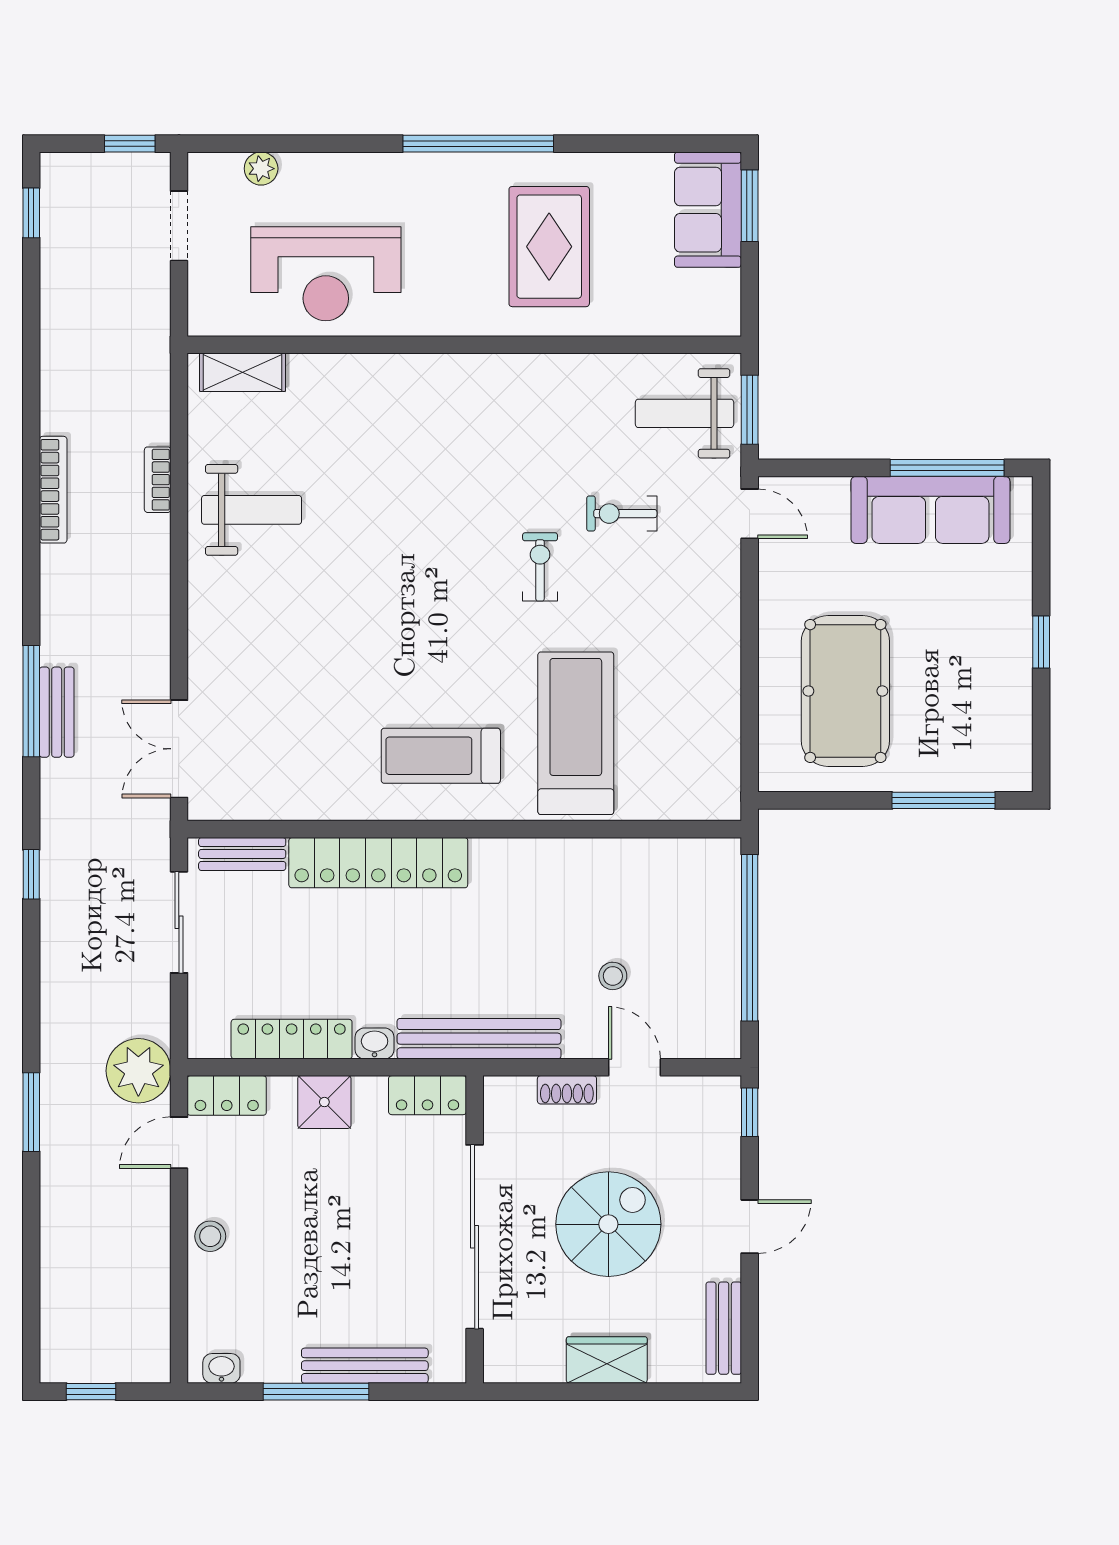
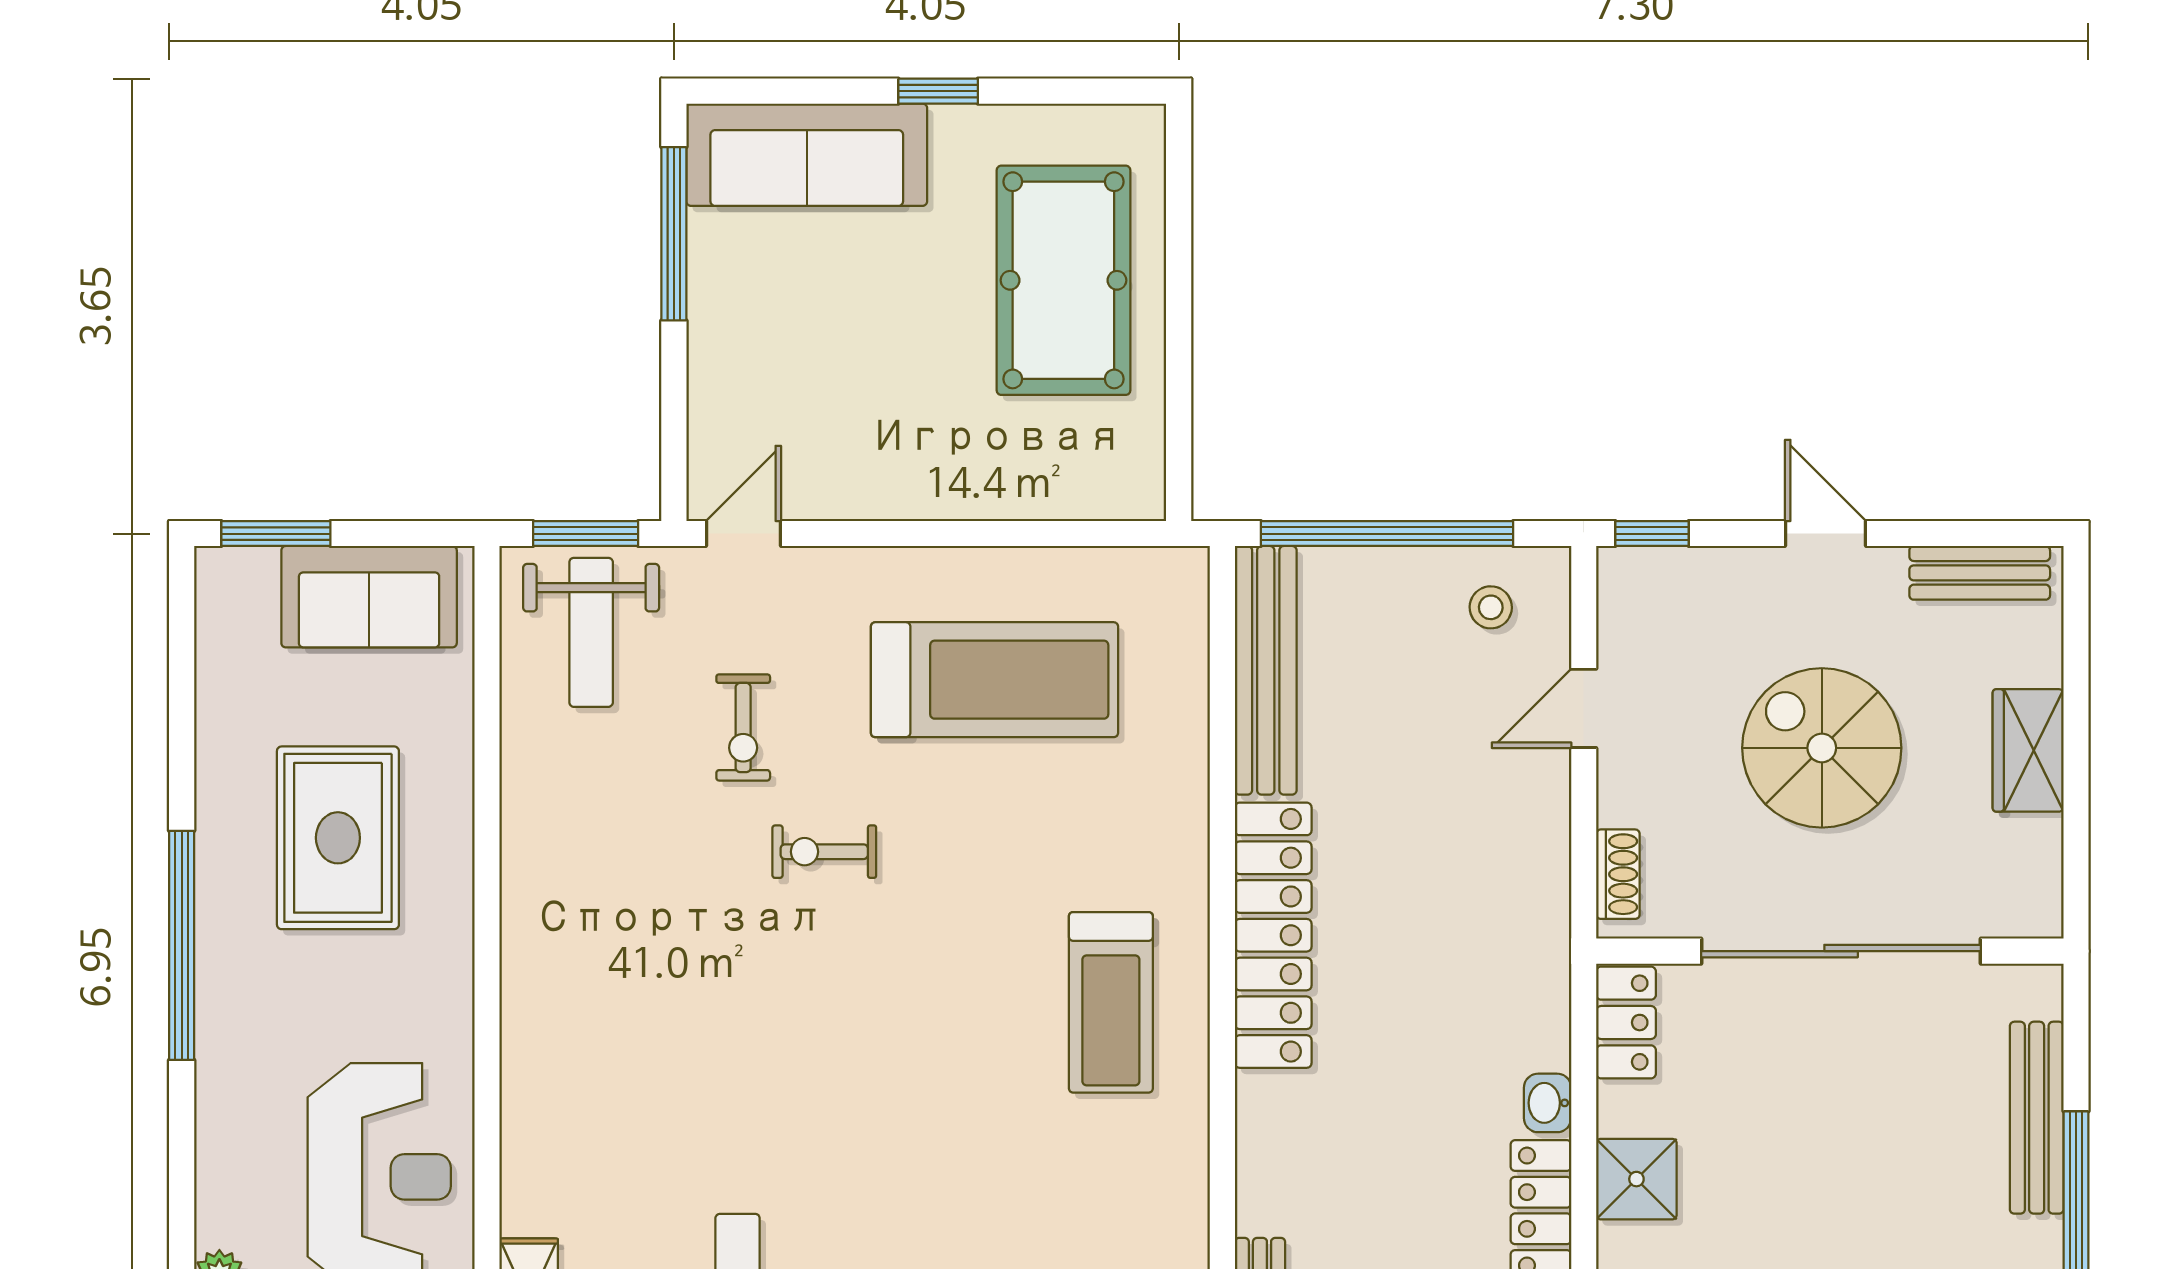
sofa: (708, 210) -> (369, 597), moved
rug: (549, 247) -> (338, 838), turned 90
sofa: (930, 510) -> (807, 155), moved, turned 90
pool table: (845, 691) -> (1063, 280), moved, turned 90
treadmill: (576, 733) -> (995, 680), moved, turned 180
window: (944, 800) -> (1179, 239), removed
locker: (378, 863) -> (1273, 935), moved
stool: (613, 976) -> (1491, 607), moved
bench: (479, 1039) -> (1266, 670), moved
shoe rack: (567, 1090) -> (1618, 874), moved

